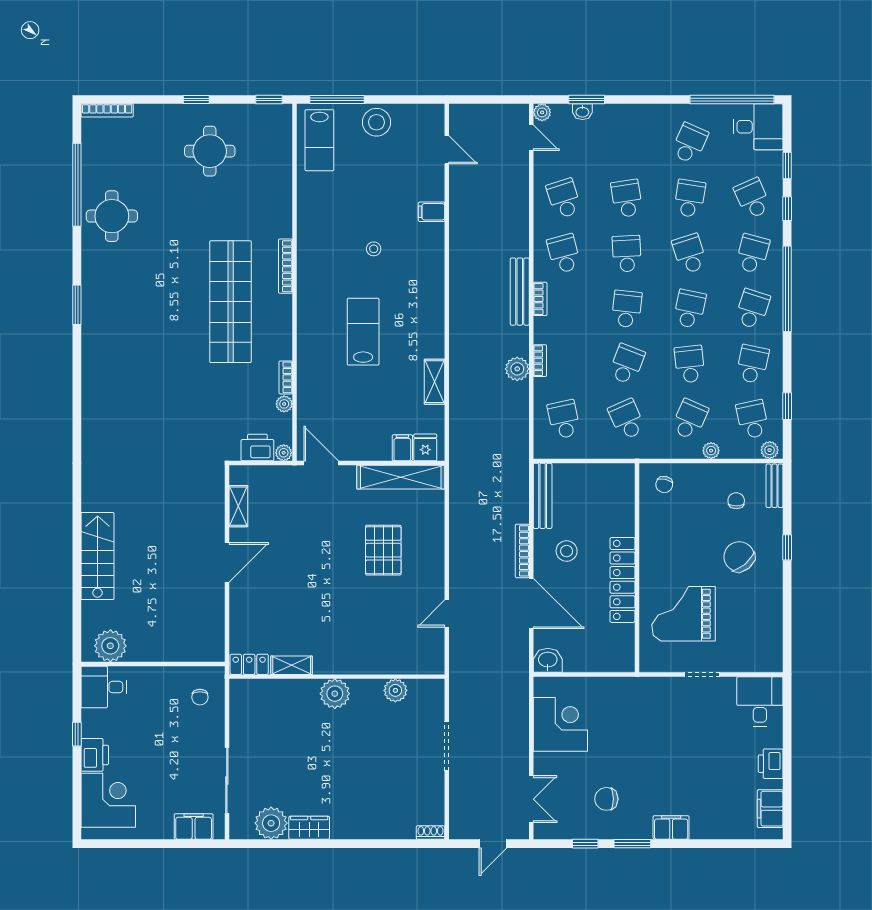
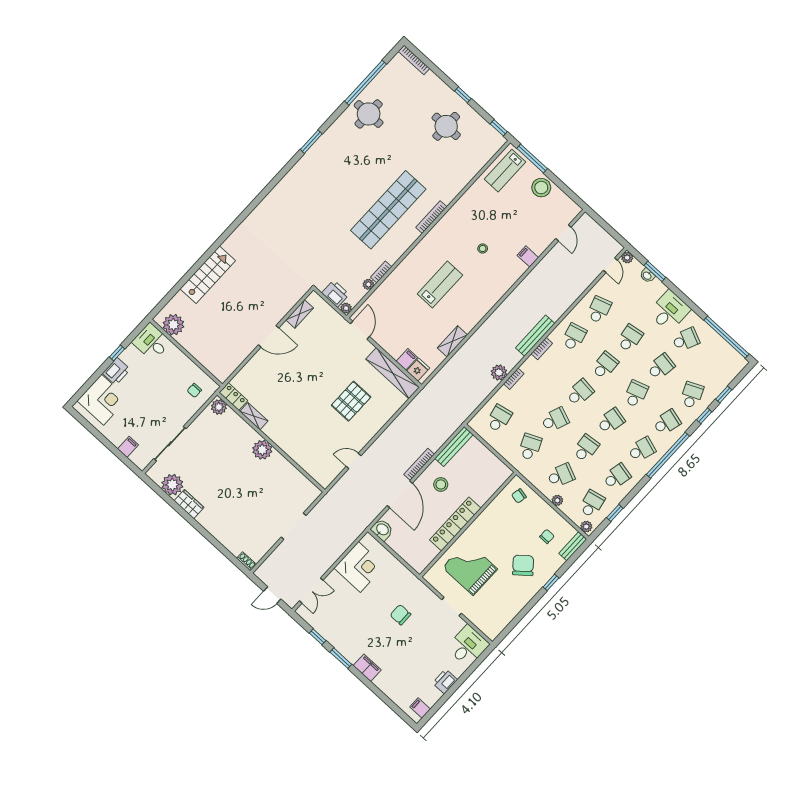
desk: (758, 127) -> (669, 311), moved, turned -90
plant: (395, 690) -> (219, 407), moved
chair: (606, 799) -> (400, 615), moved
filing cabinet: (770, 809) -> (420, 708), width x0.50
filing cabinet: (194, 826) -> (128, 447), width x0.50

